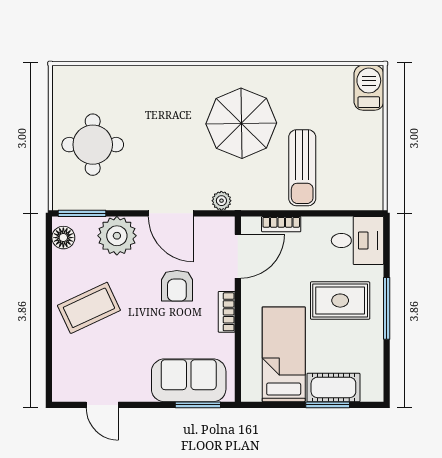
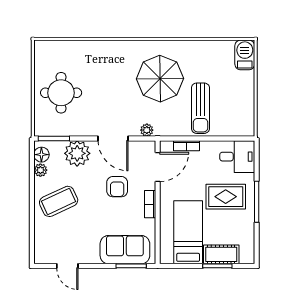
plant: (62, 261) -> (40, 170), added

